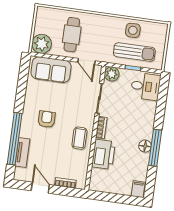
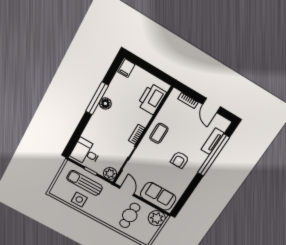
printer: (104, 154) -> (152, 99), moved

